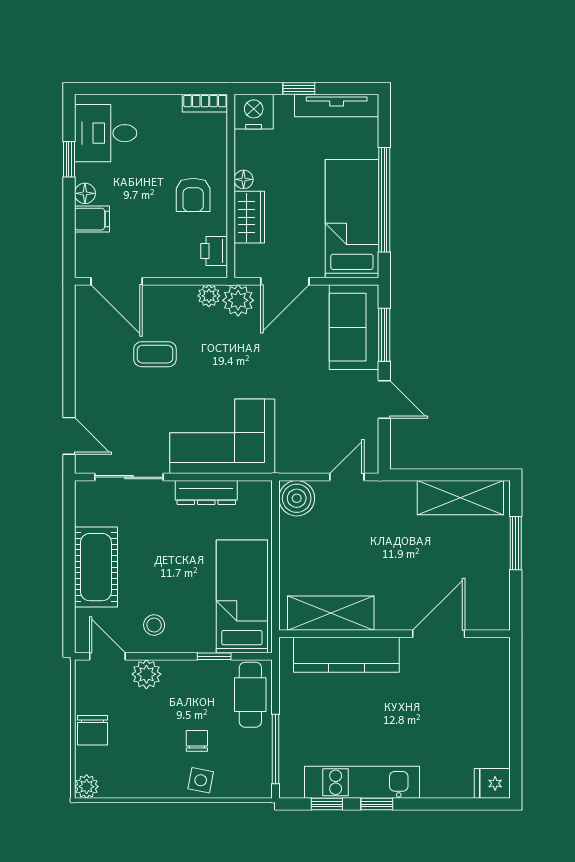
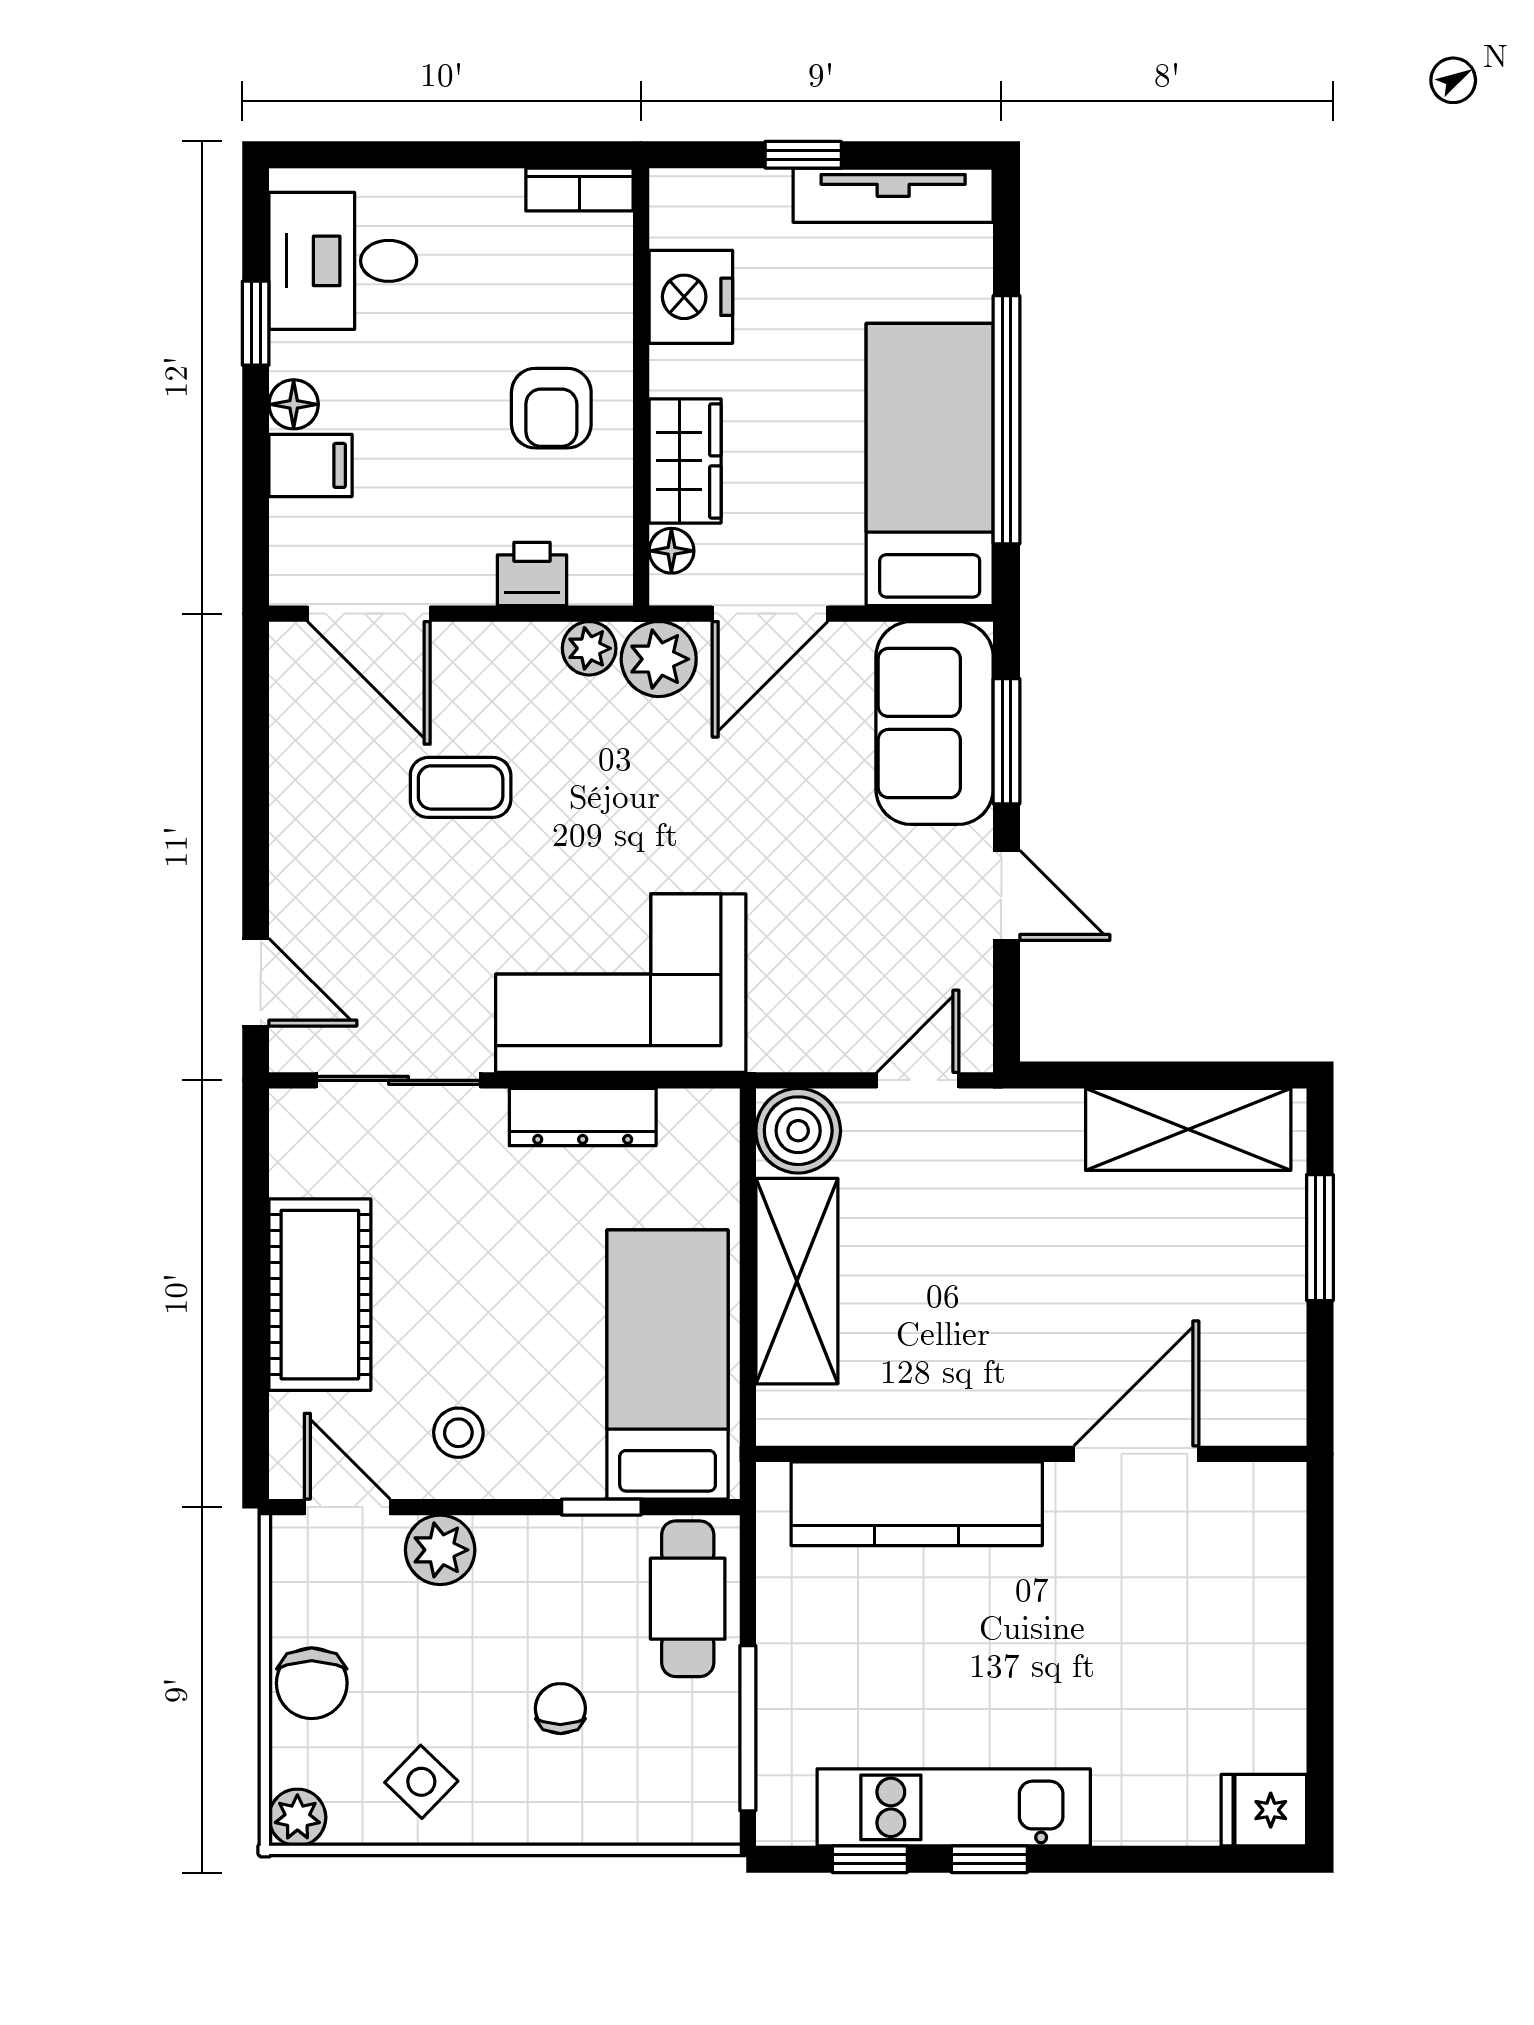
nightstand: (254, 112) -> (691, 297), moved, turned -90
floor lamp: (244, 179) -> (671, 551), moved
printer: (214, 251) -> (532, 574), moved, turned 90
shelving: (331, 613) -> (797, 1281), moved, turned 90
side table: (201, 780) -> (421, 1782), moved, turned 33

